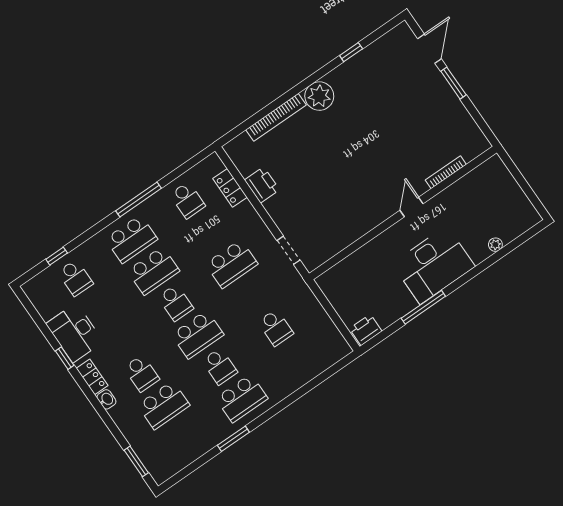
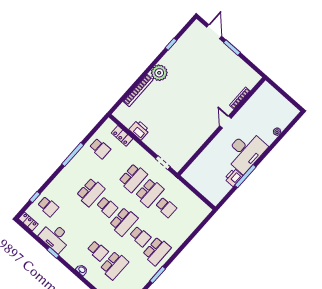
school desk: (131, 239) -> (150, 193), moved
printer: (366, 330) -> (233, 177), moved
locker: (92, 377) -> (28, 221), moved

